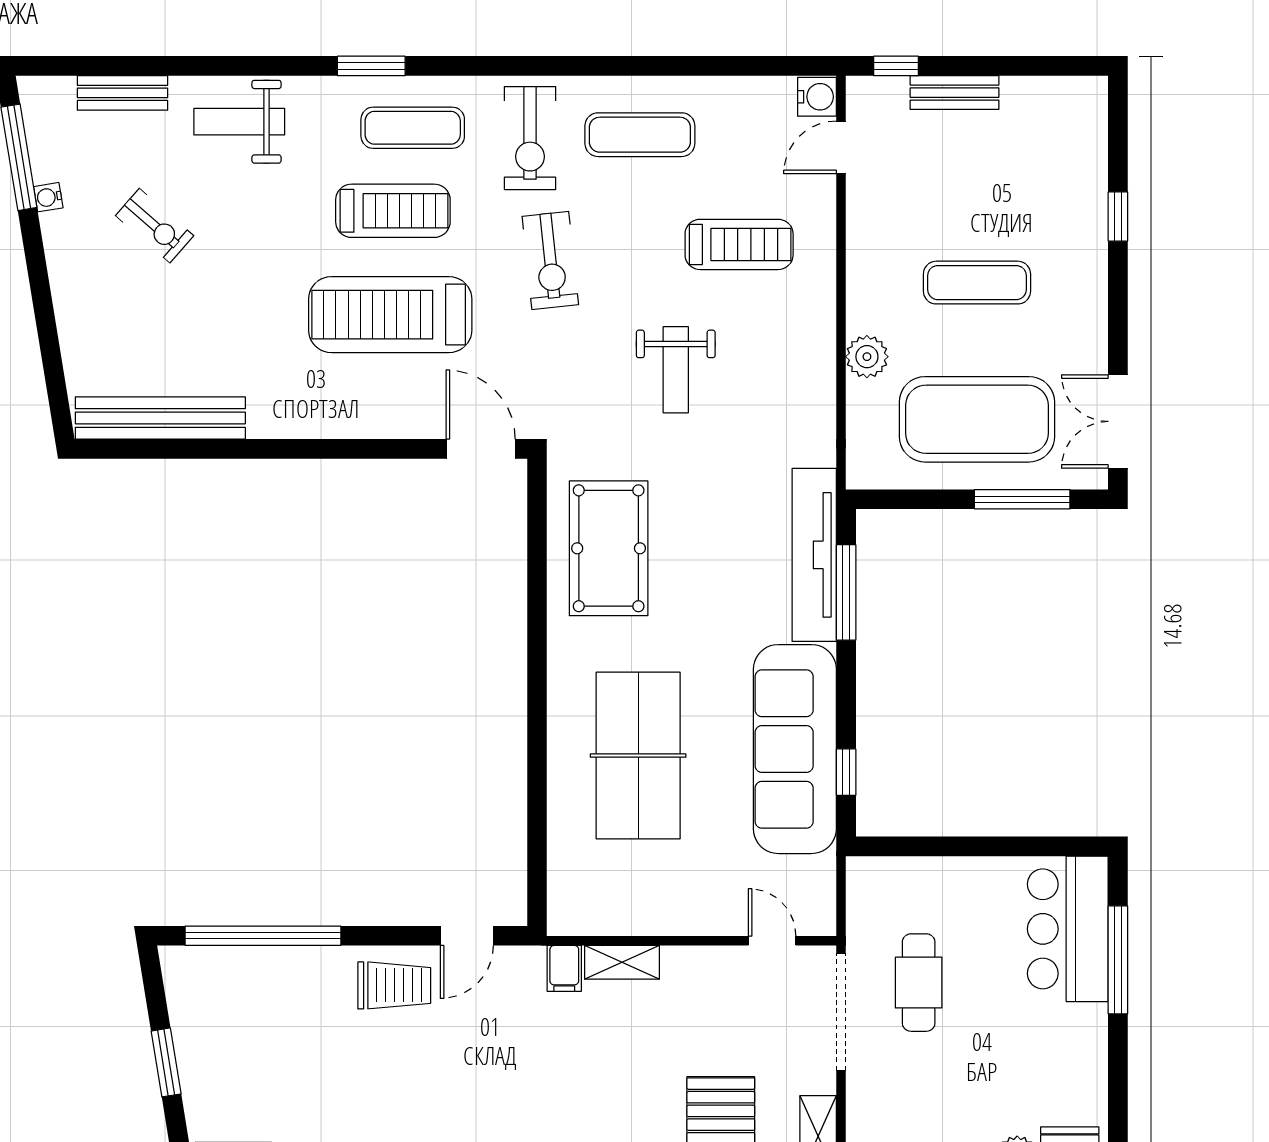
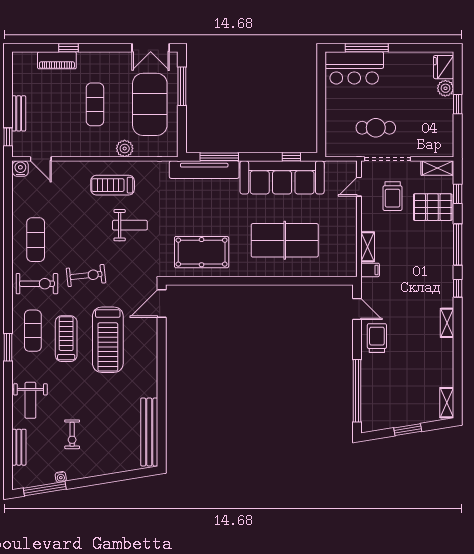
piano: (1087, 188) -> (57, 60), added
exercise bike: (155, 226) -> (72, 434), turned 139
treadmill: (739, 244) -> (113, 185), moved, turned -90
trolley: (748, 1024) -> (393, 196), added

